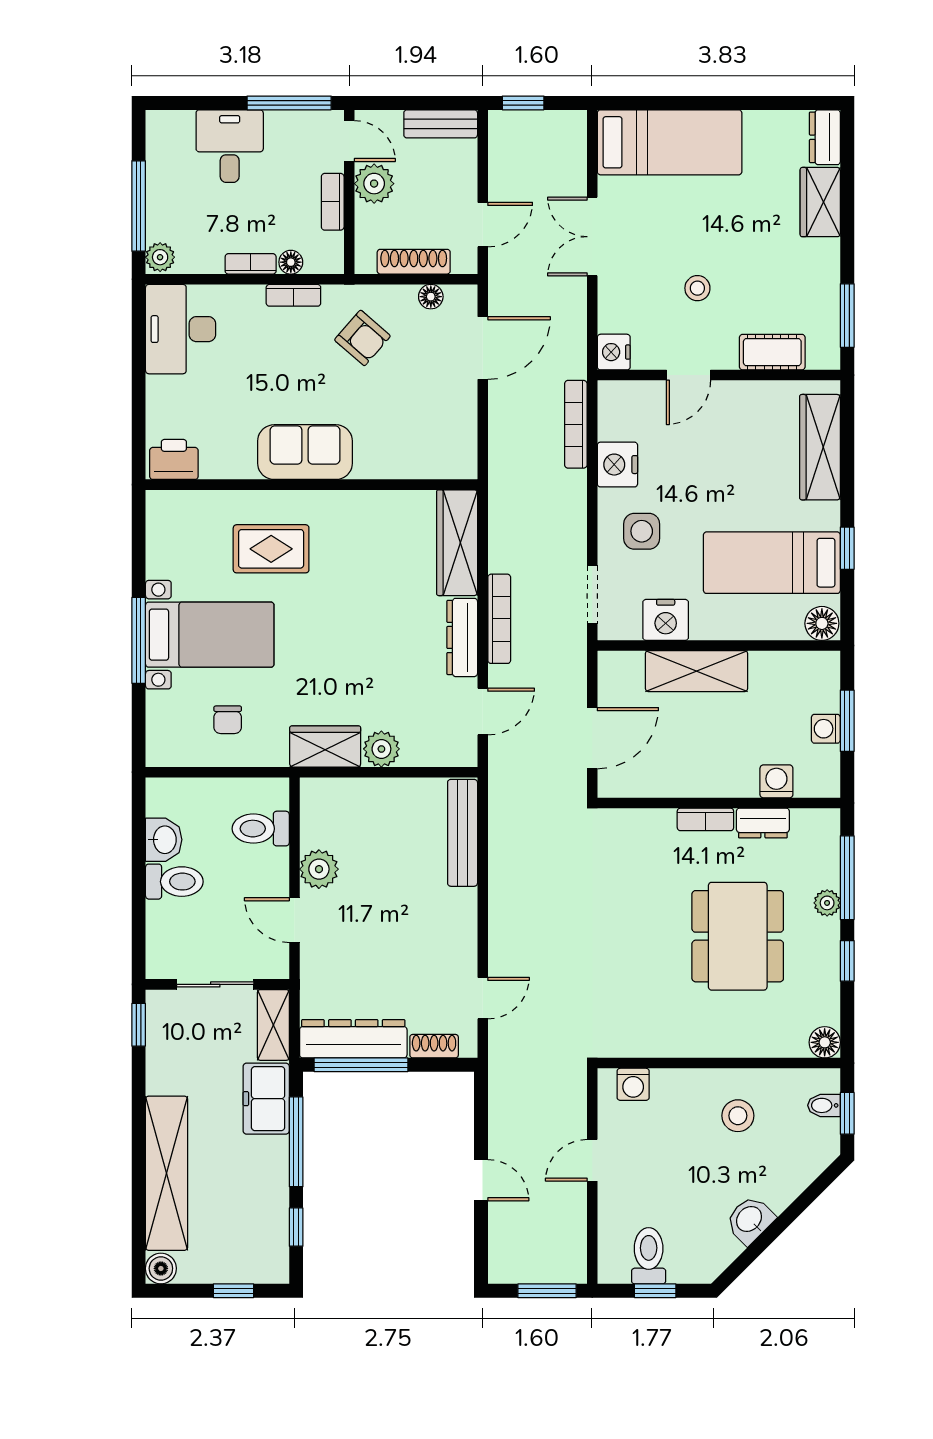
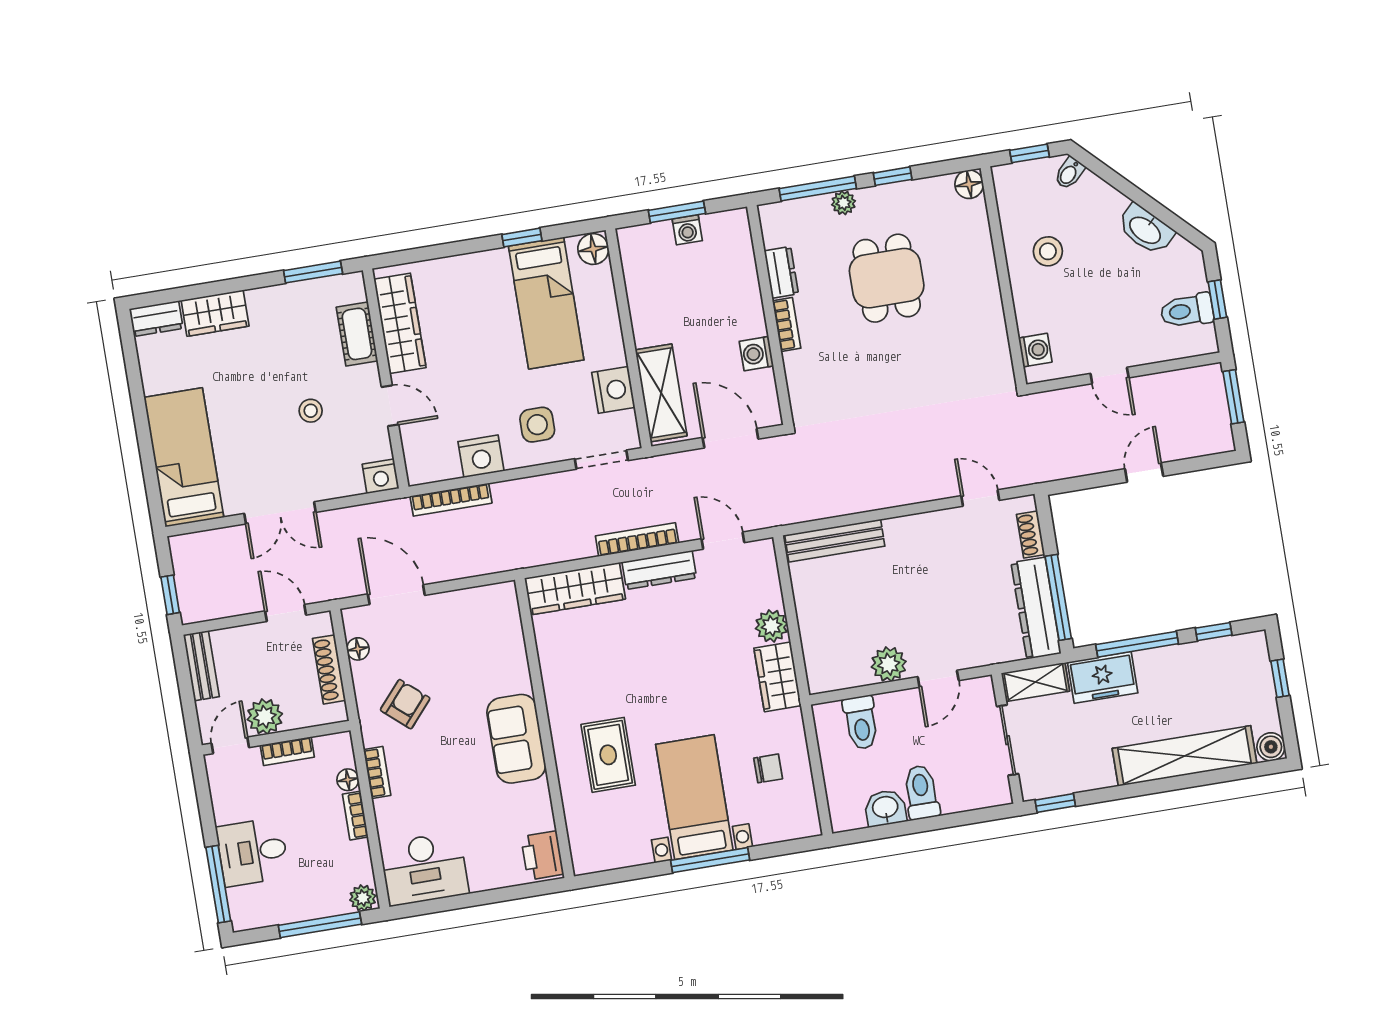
window: (289, 103) -> (218, 884), moved
wardrobe: (820, 447) -> (400, 323), moved, turned -90
shelving: (697, 671) -> (661, 393), moved
washing machine: (776, 781) -> (756, 354), moved
dining table: (738, 936) -> (887, 278), width x0.73
bidet: (824, 1105) -> (1069, 173), moved, turned 45
washbasin: (750, 1220) -> (1146, 230), width x1.38

